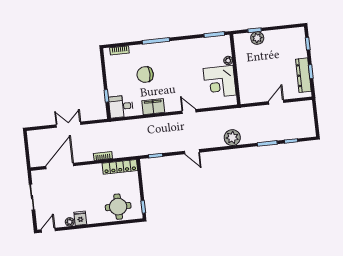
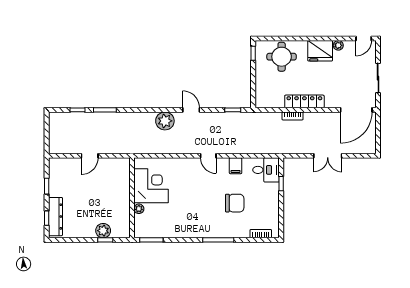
dresser: (303, 75) -> (55, 217), moved
filing cabinet: (153, 107) -> (236, 166), width x0.50
door: (189, 112) -> (208, 156), moved
plant: (232, 138) -> (165, 121), moved
door: (60, 166) -> (356, 110), moved
locker: (120, 167) -> (304, 101), moved
fridge: (80, 218) -> (320, 51), width x1.88, depth x1.34

